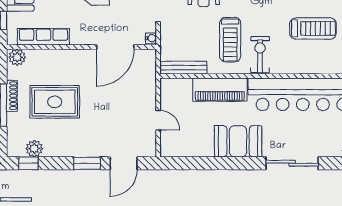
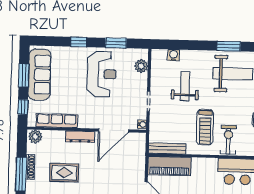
dresser: (73, 56) -> (80, 137), added
piano: (220, 90) -> (170, 166), moved
rug: (55, 102) -> (64, 173), width x0.73, depth x0.70

